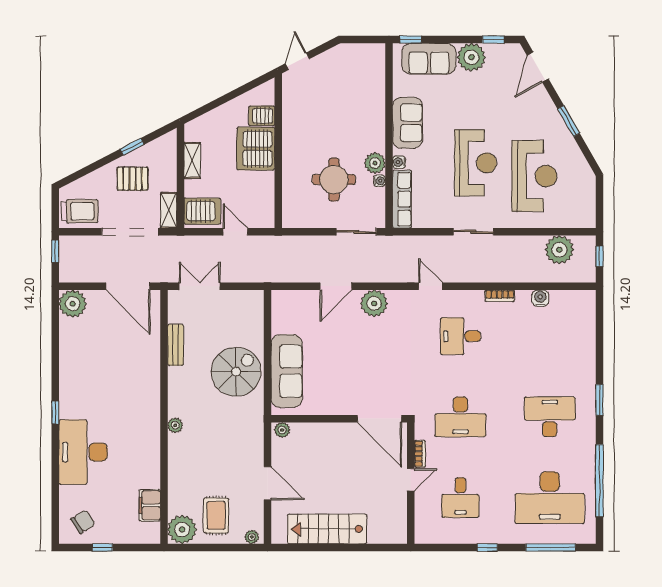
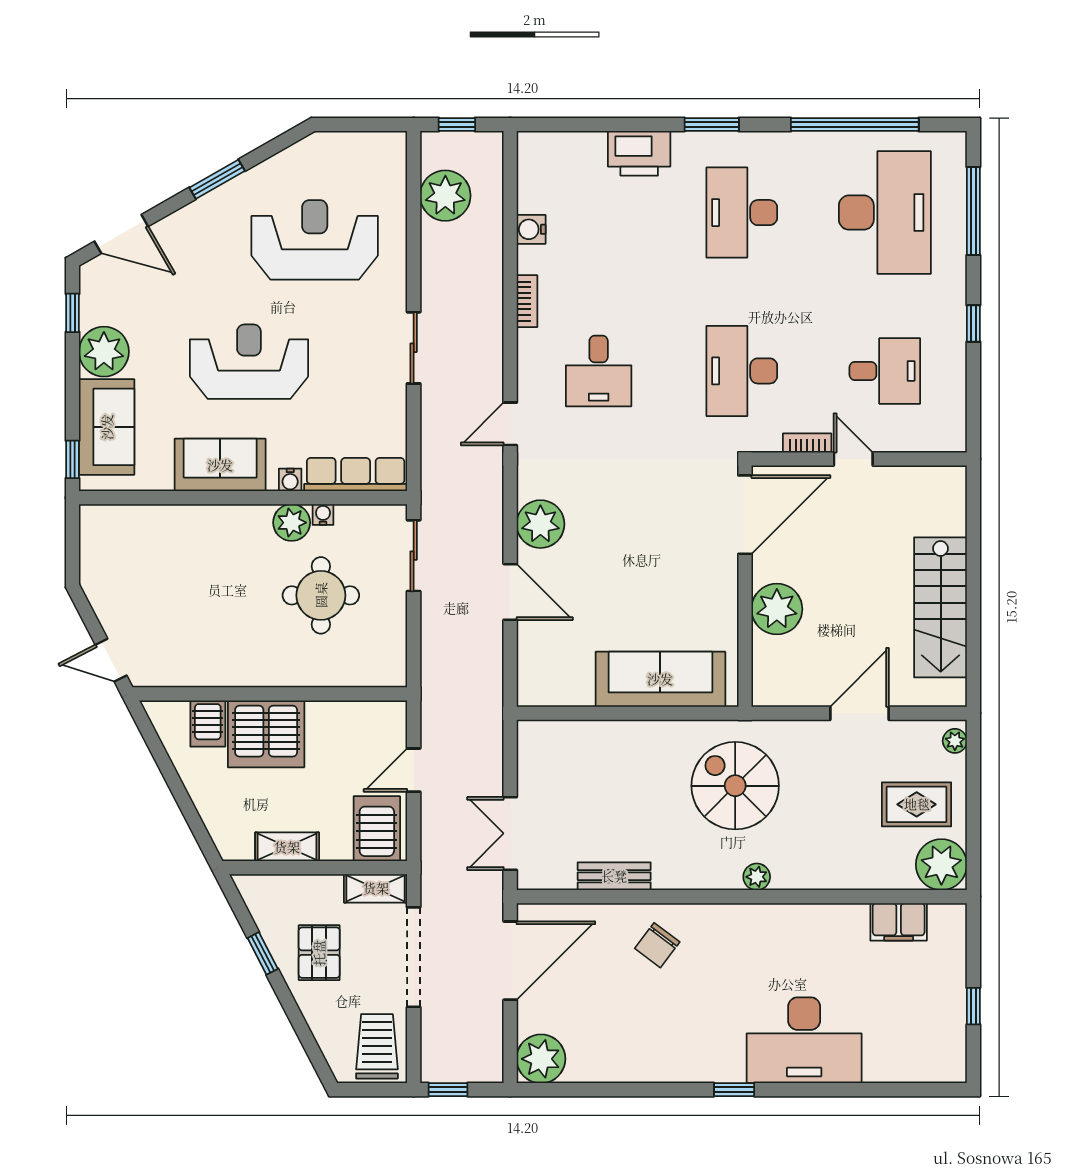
reception desk: (476, 163) -> (249, 362), moved
printer: (583, 359) -> (639, 153), added
spiral stairs: (236, 372) -> (735, 786), moved
desk: (460, 417) -> (742, 371), turned 180
plant: (282, 430) -> (777, 609), moved, width x1.87, depth x1.87
chair: (83, 522) -> (657, 945), moved, turned -110

